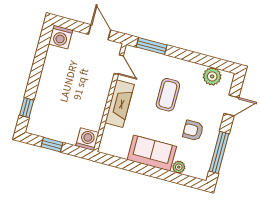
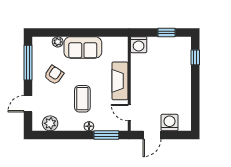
door: (100, 32) -> (152, 135), hinge flipped
washing machine: (61, 37) -> (169, 123), moved
floor lamp: (169, 61) -> (89, 126), added
armchair: (193, 131) -> (54, 75), turned -56

